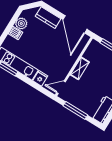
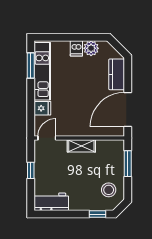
door: (61, 87) -> (47, 138), hinge flipped
window: (75, 110) -> (31, 170), width x0.46

